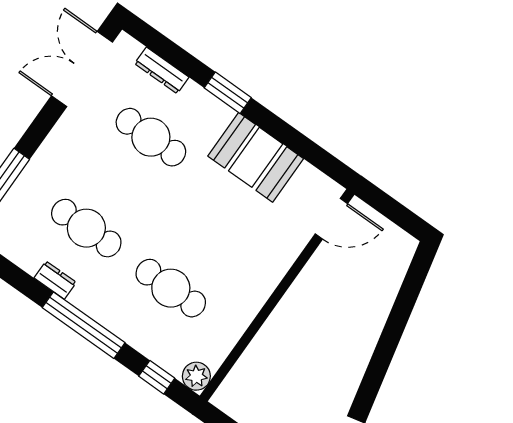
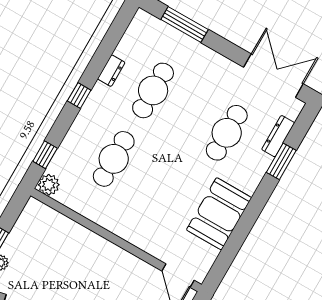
window: (228, 93) -> (281, 161), moved
window: (84, 325) -> (79, 96), width x0.32

